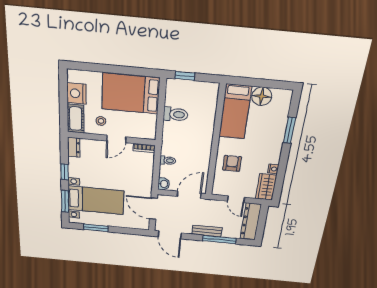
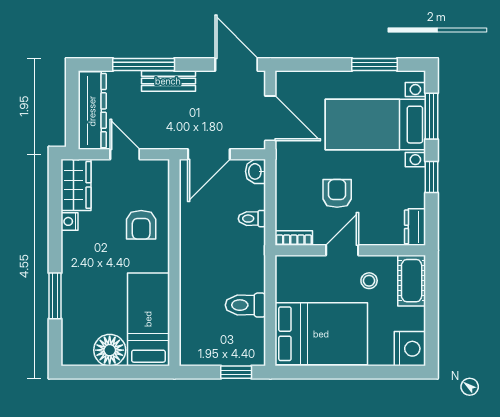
nightstand: (77, 93) -> (410, 349), moved
armchair: (118, 169) -> (337, 193), added

